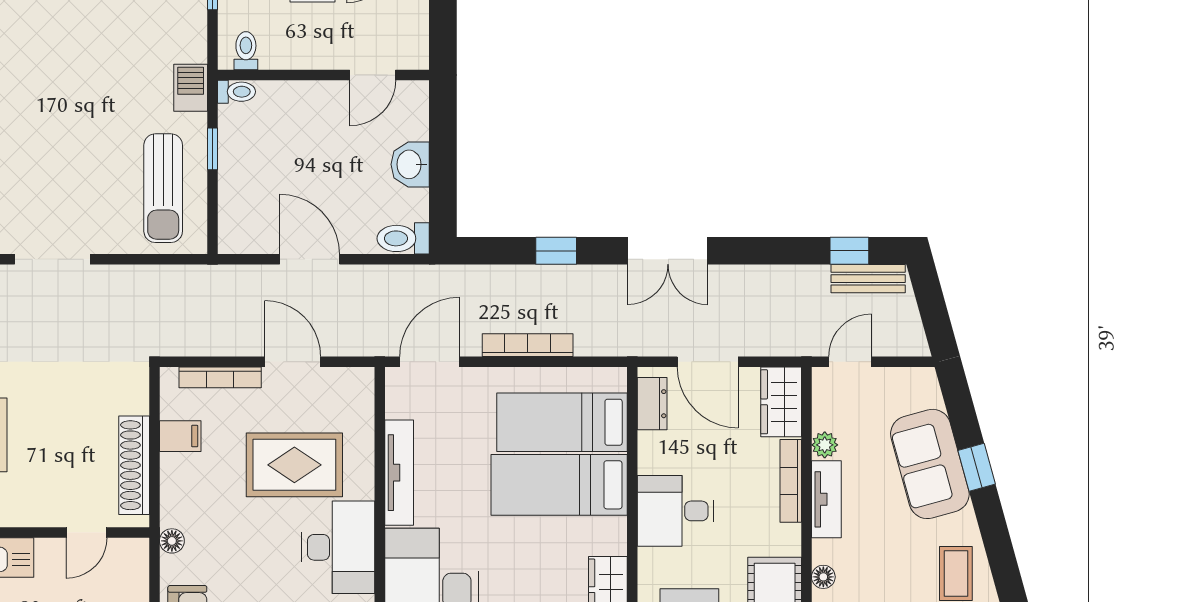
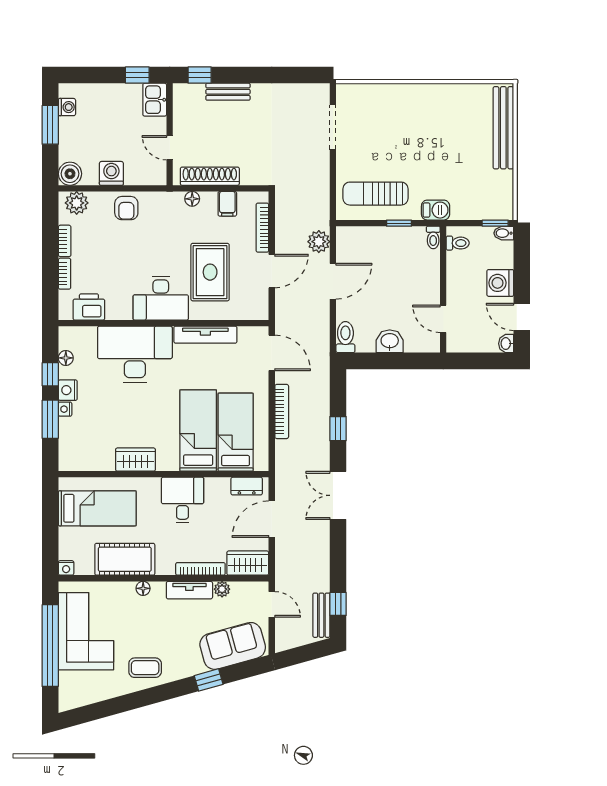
plant: (243, 283) -> (319, 242), added
sofa: (930, 464) -> (233, 646), moved
floor lamp: (172, 541) -> (192, 199), moved

